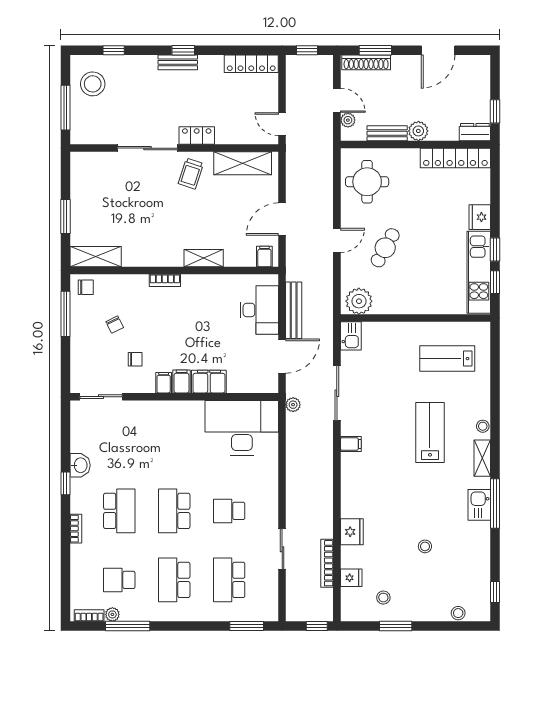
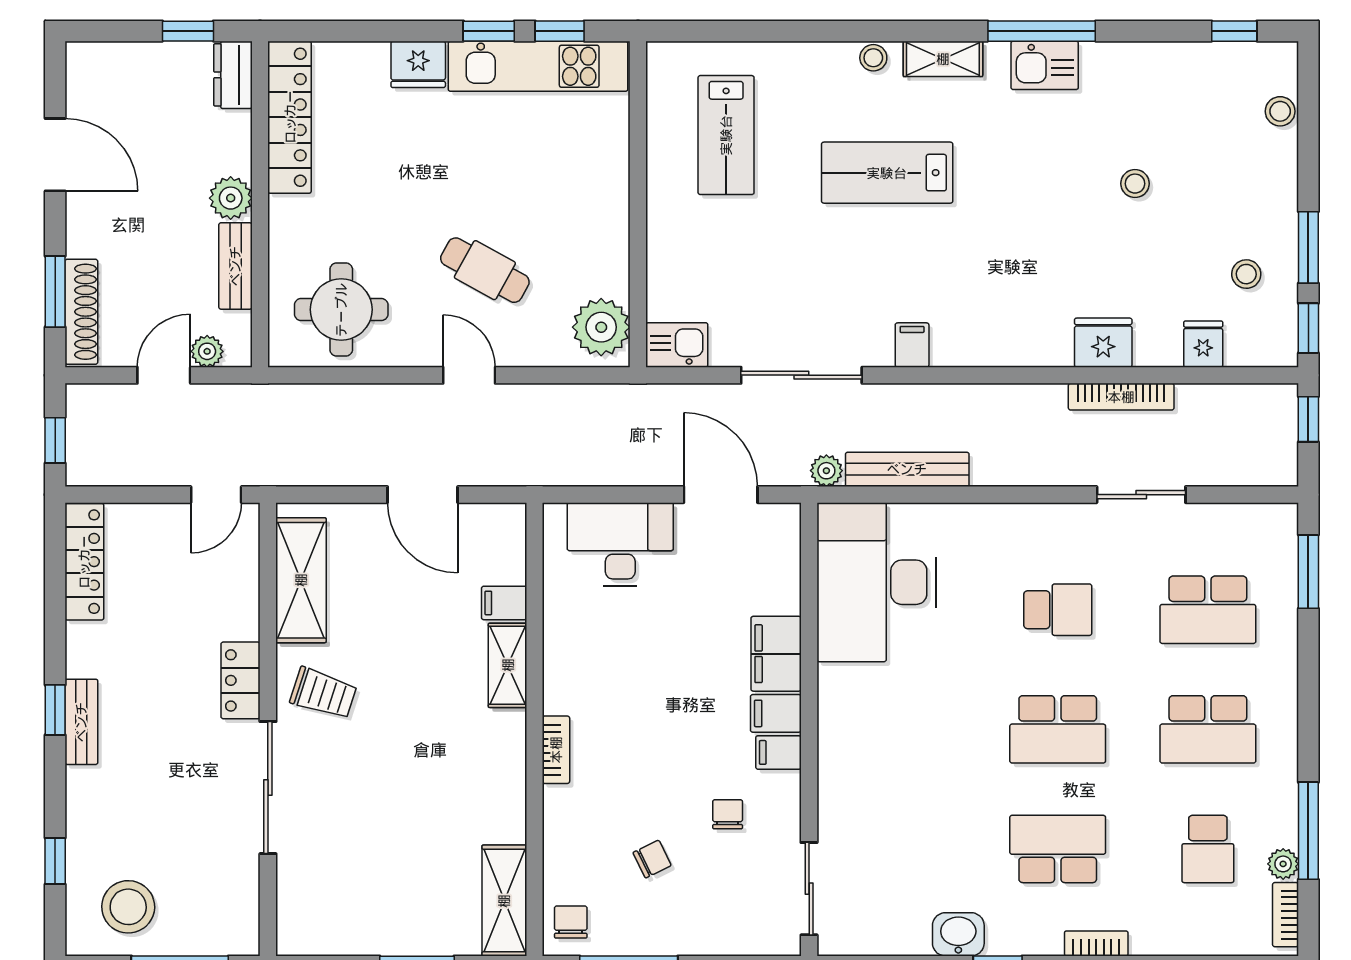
filing cabinet: (264, 257) -> (504, 603), moved
bench: (294, 310) -> (907, 469), moved
school desk: (229, 511) -> (1058, 610), turned -90
bookcase: (327, 563) -> (1121, 397), moved
window: (359, 626) -> (1308, 328), added

